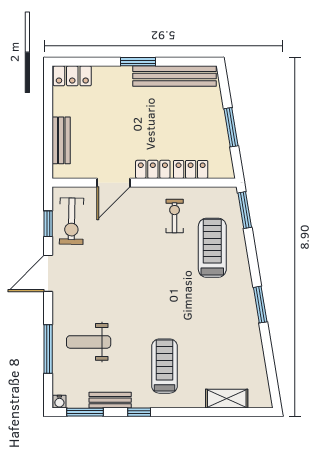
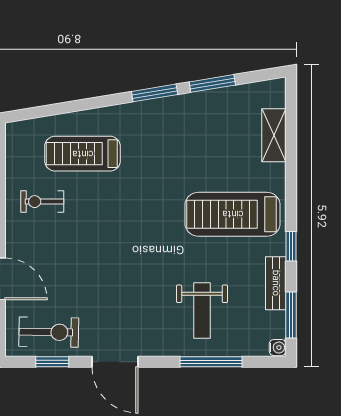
window: (245, 210) -> (212, 83), moved
treadmill: (164, 366) -> (233, 214), width x1.37, depth x1.38

